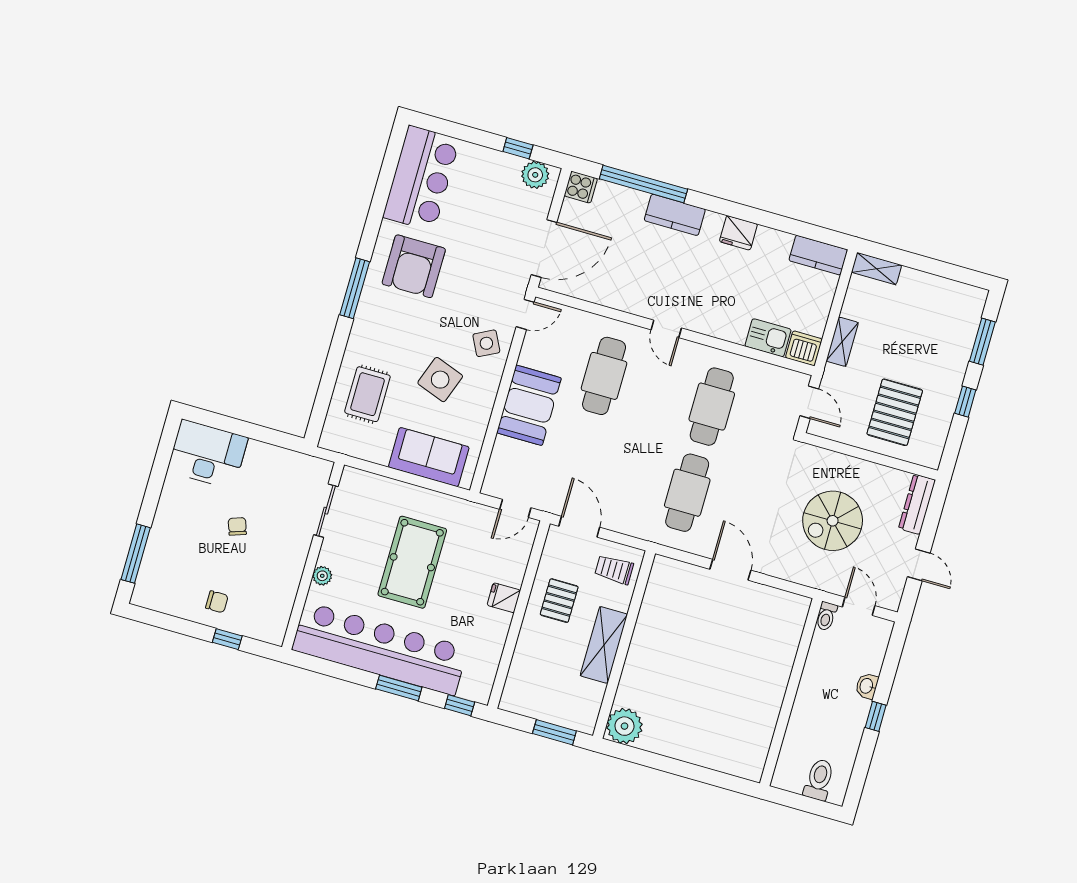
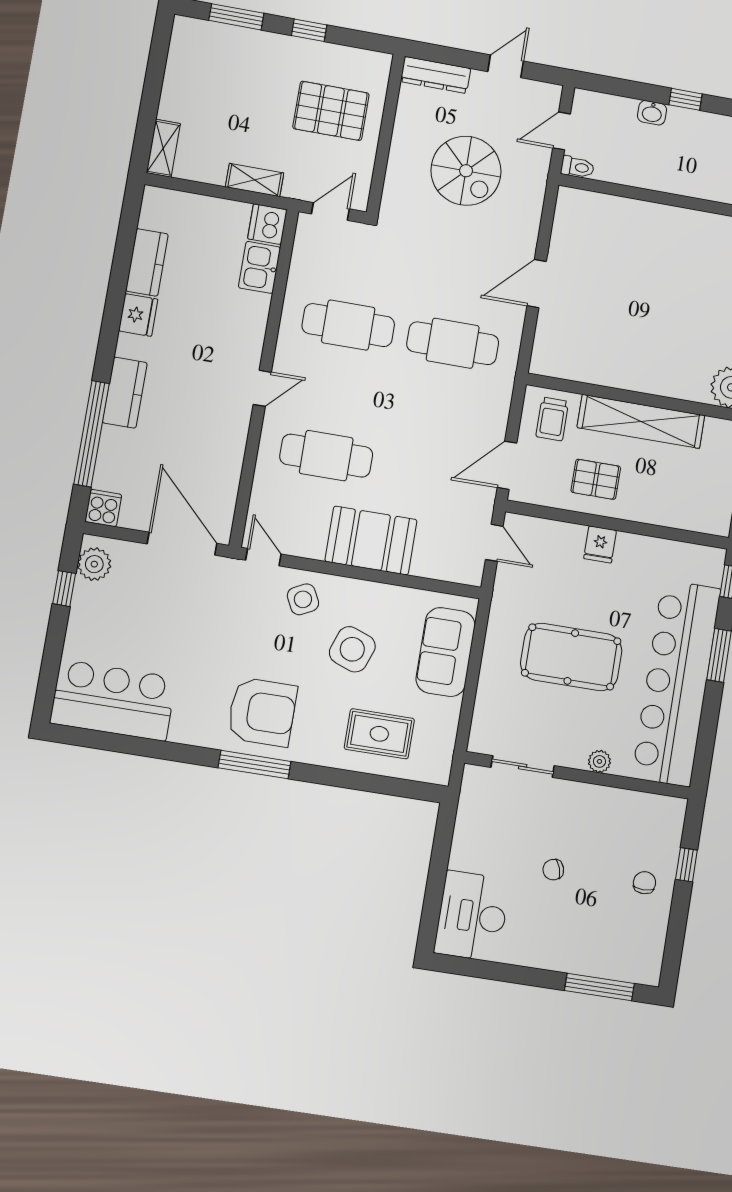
kitchen counter: (818, 255) -> (147, 262), moved
armchair: (414, 266) -> (262, 712), moved
shelving: (604, 645) -> (641, 421), width x1.47

